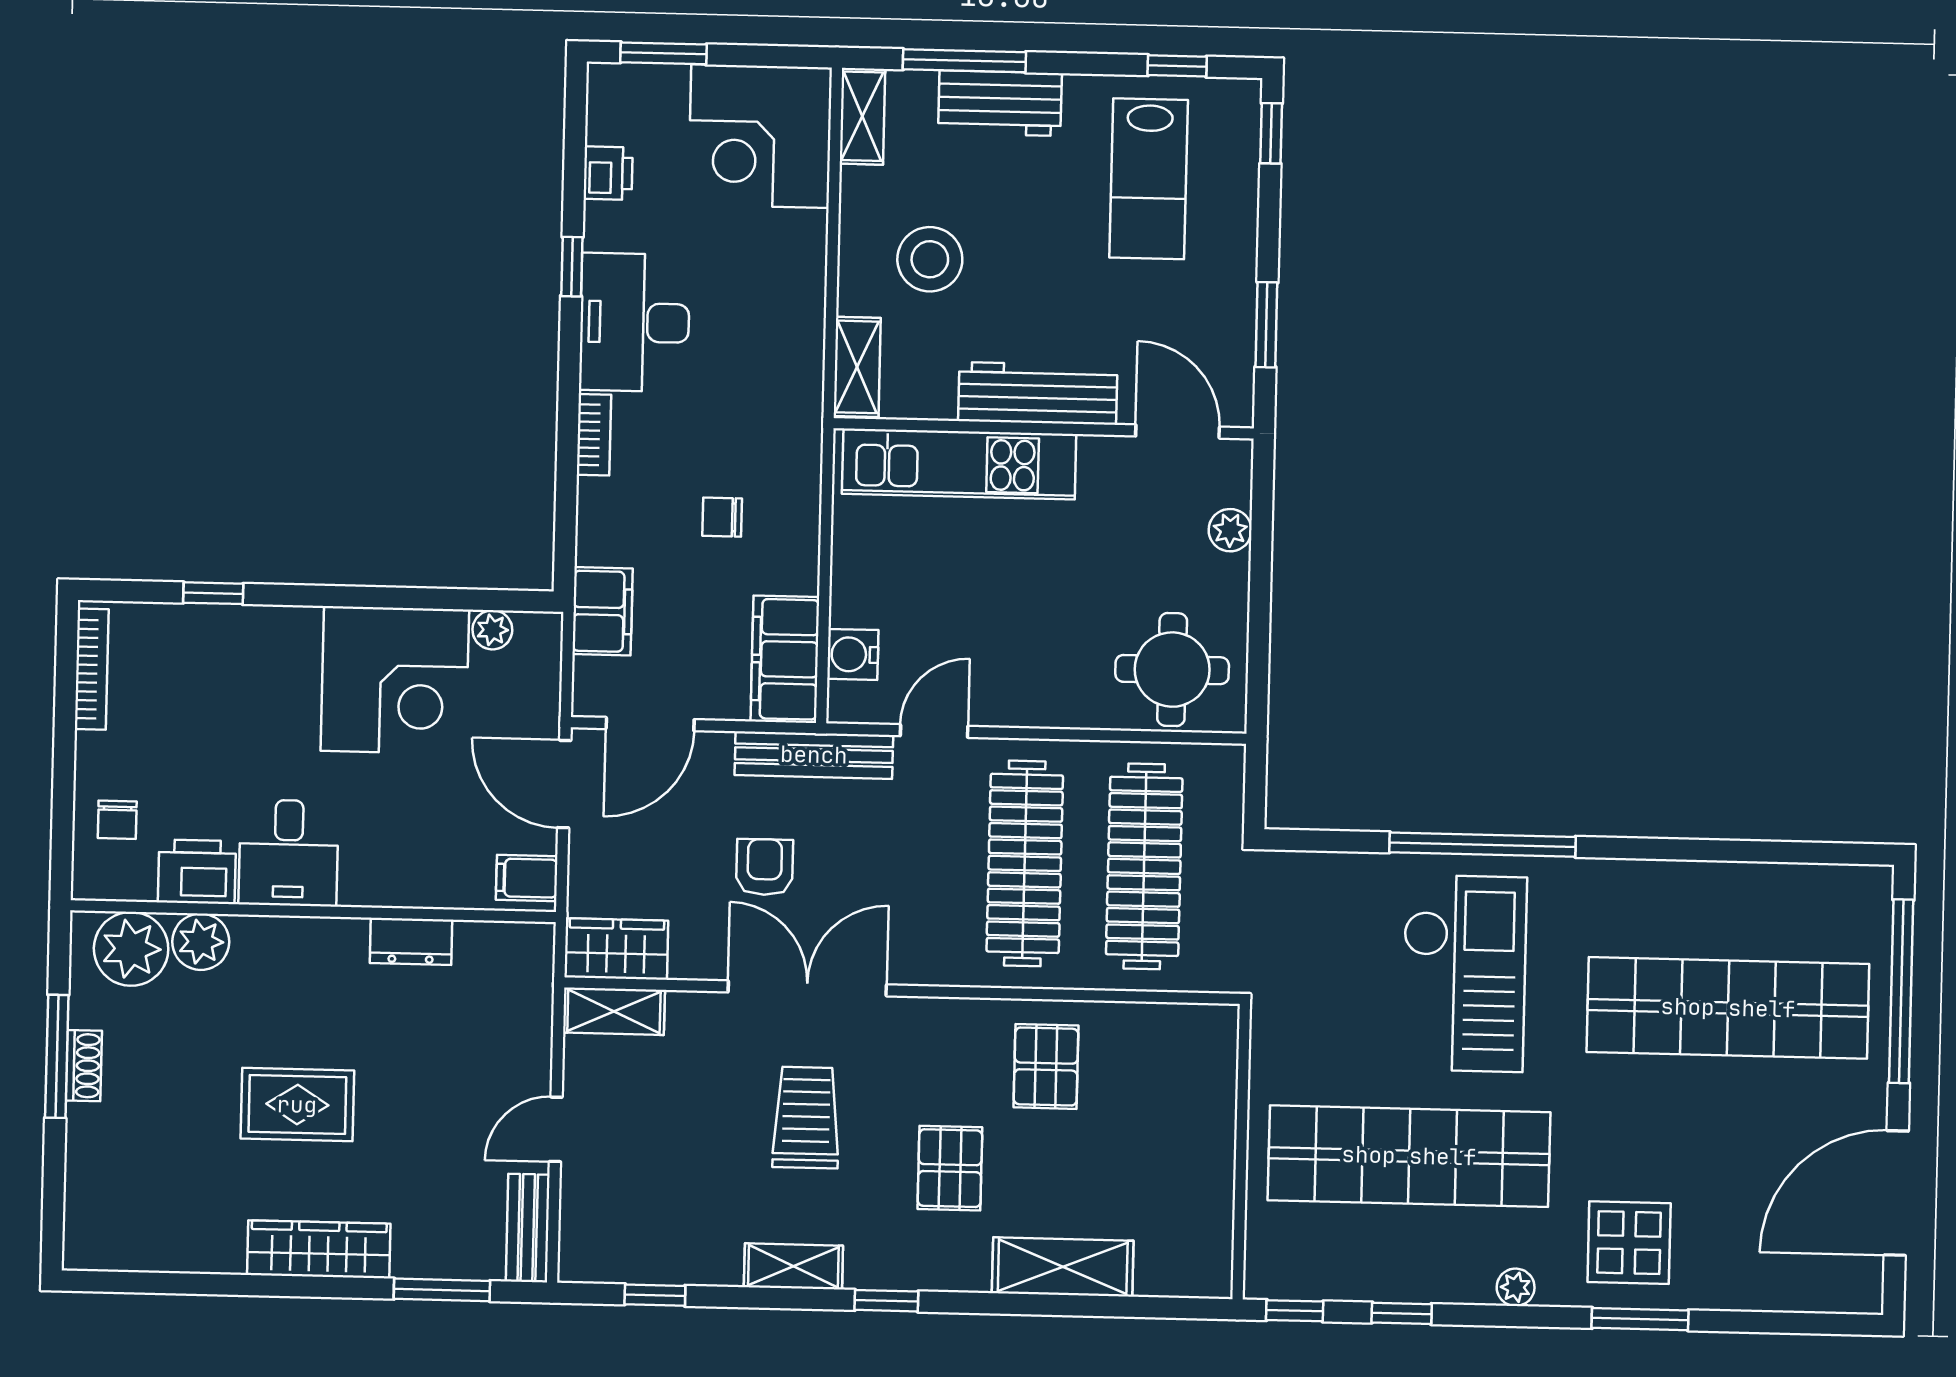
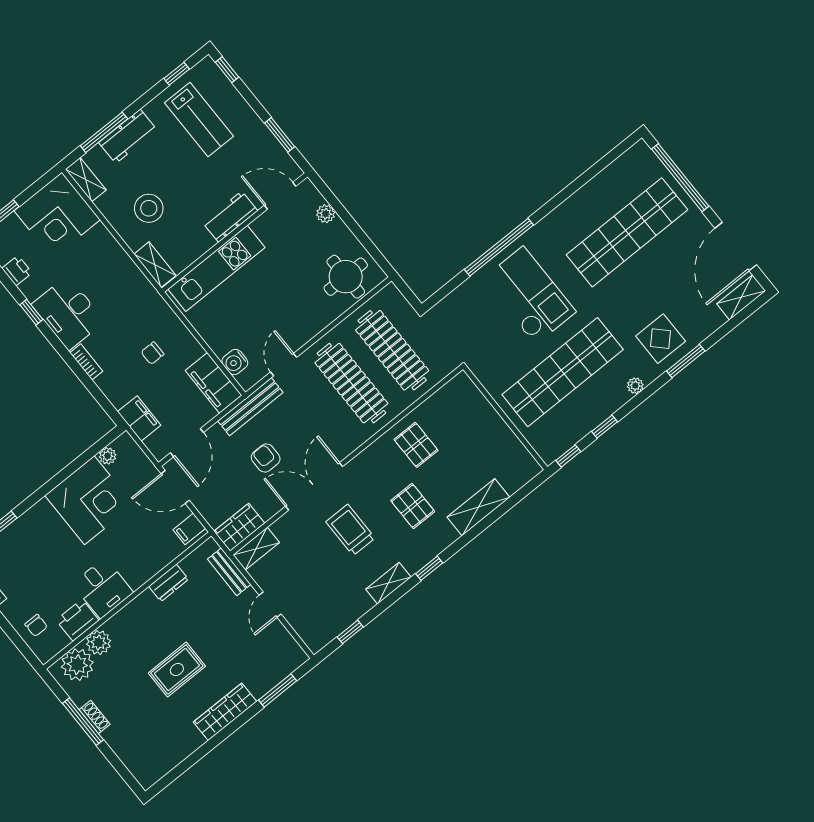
workbench: (1038, 393) -> (230, 217), width x0.73
bench: (528, 1228) -> (229, 572), moved
shelving: (1831, 1290) -> (741, 297), added

